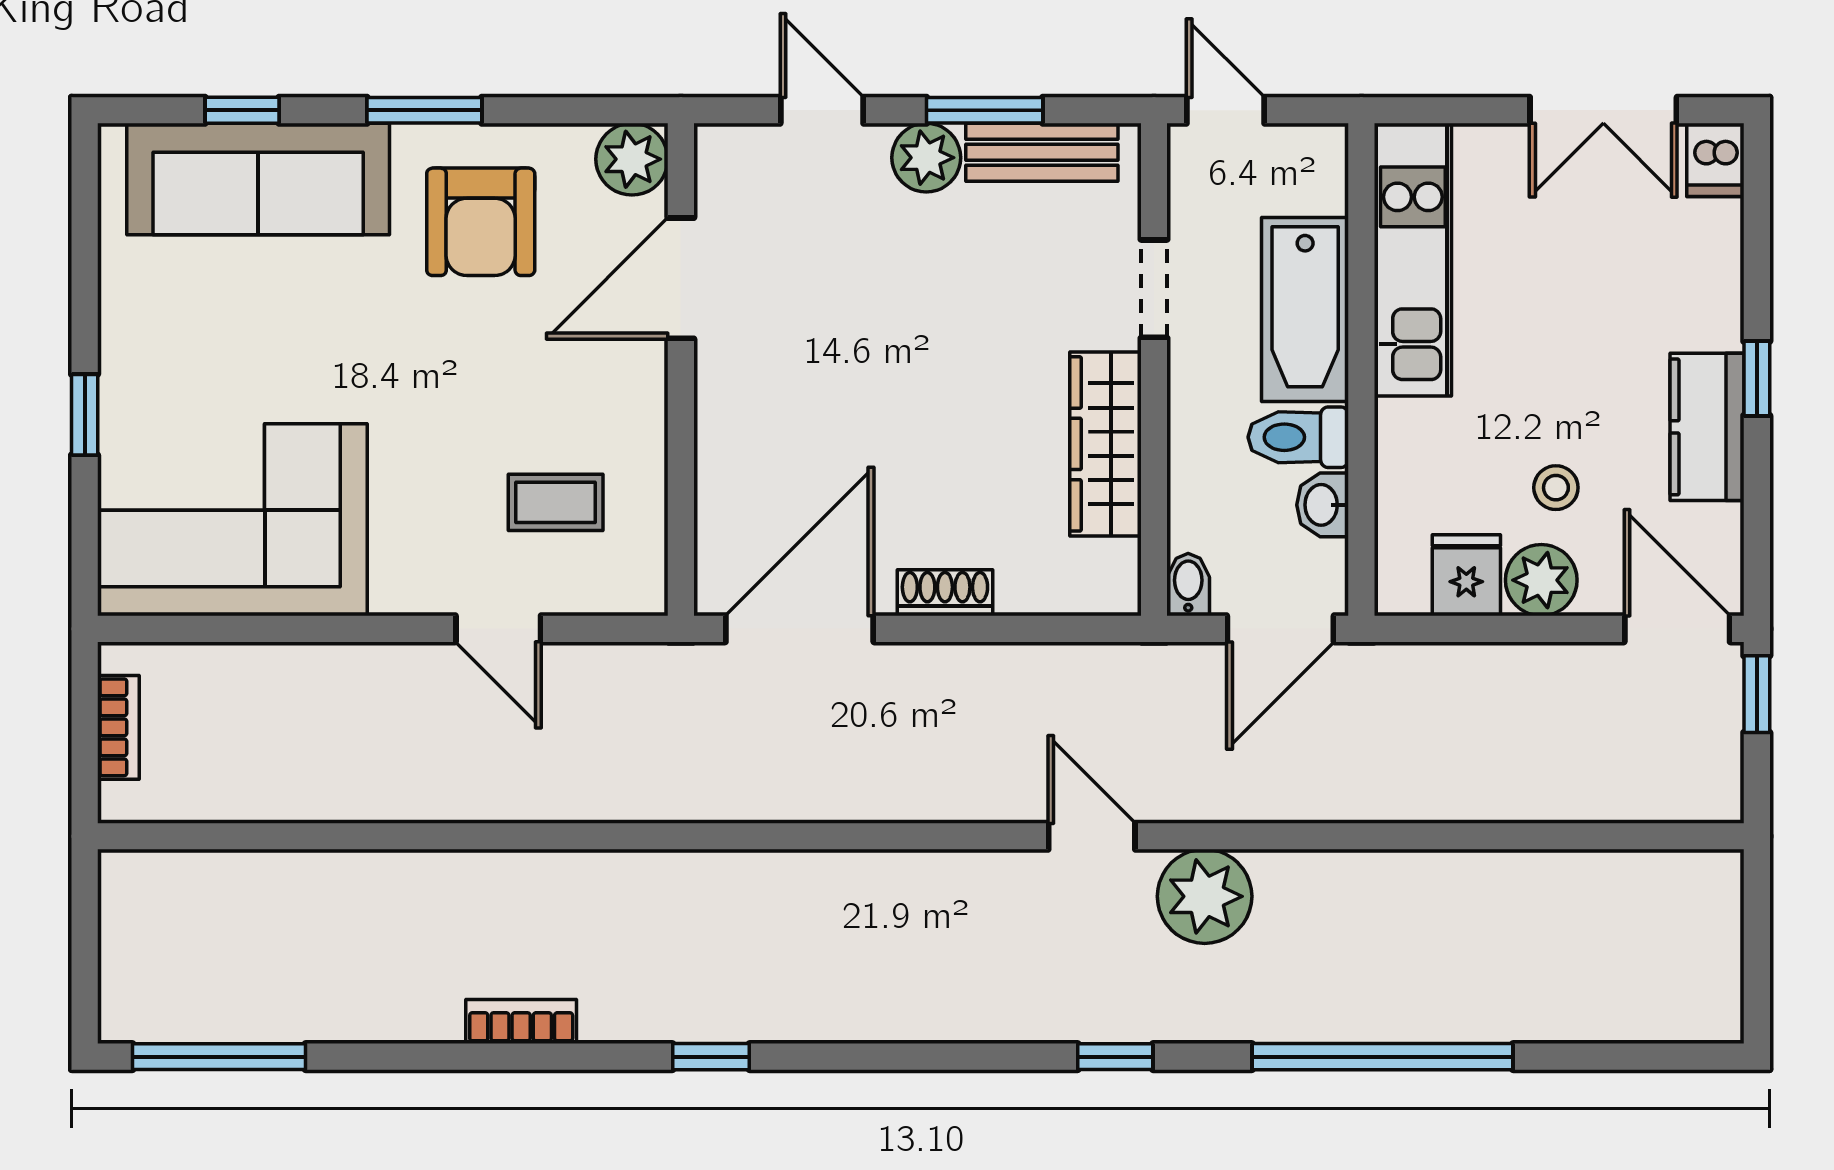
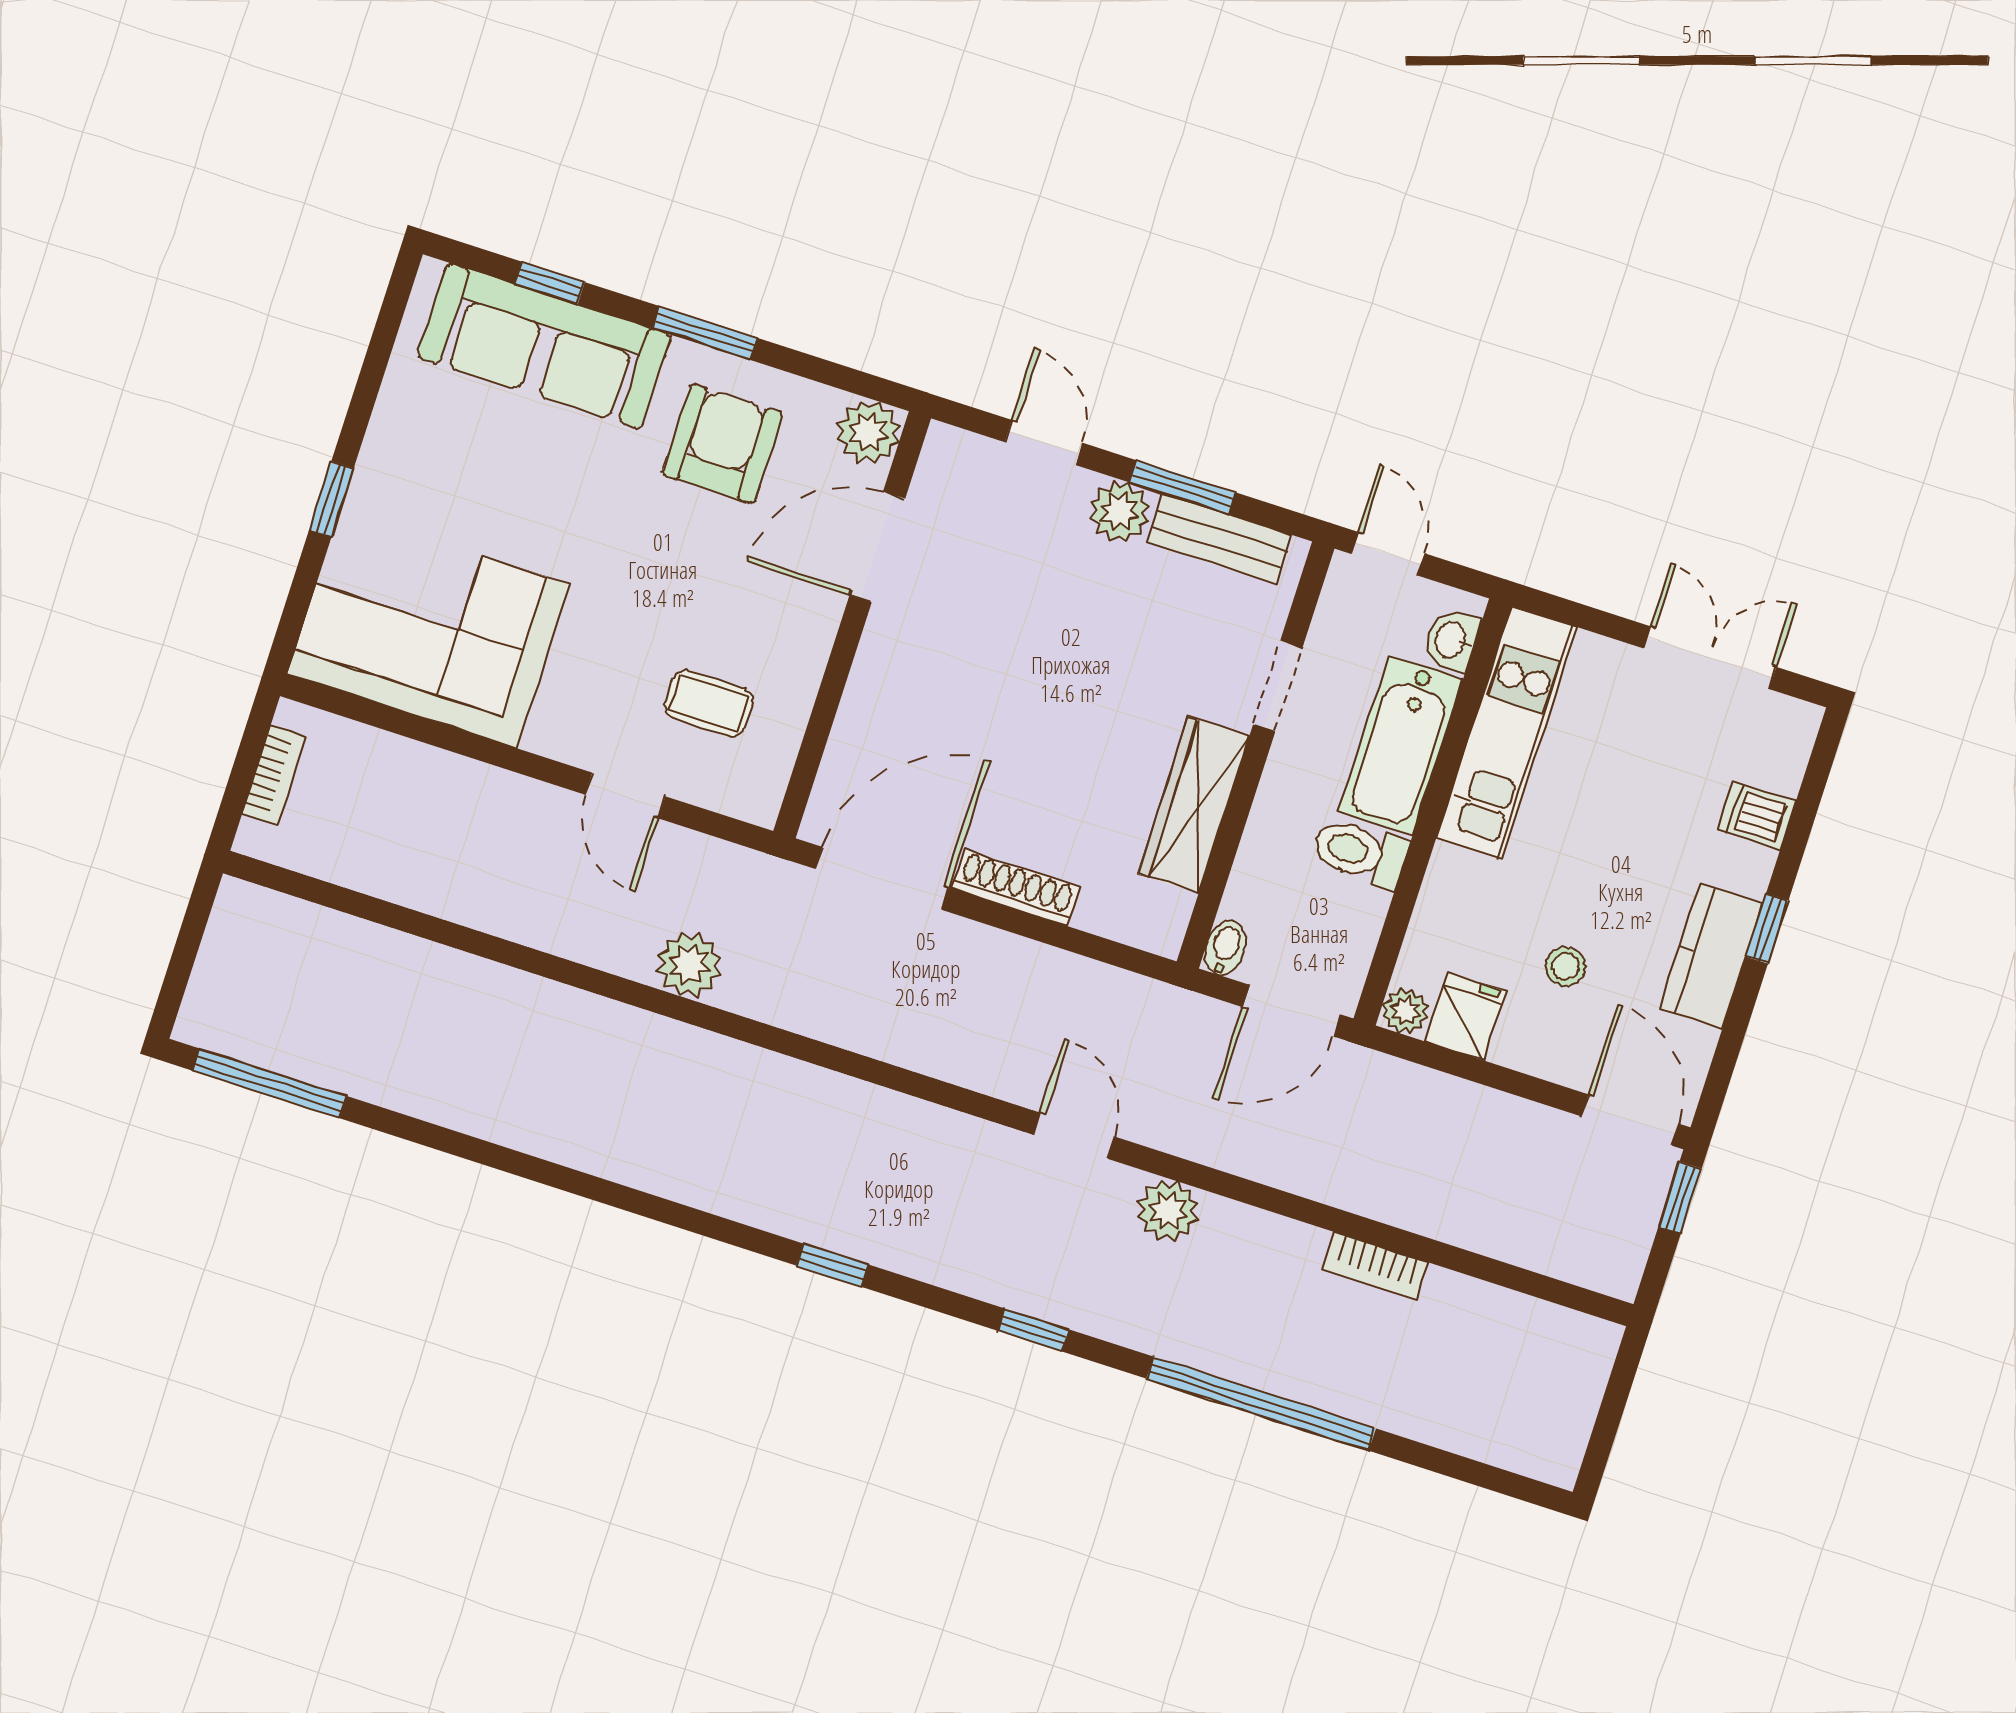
double door: (1603, 110) -> (1710, 658), swing flipped
dishwasher: (1715, 160) -> (1757, 816), moved, turned 90
armchair: (481, 222) -> (722, 444), turned 180
washbasin: (1323, 505) -> (1451, 640), moved
plant: (1541, 580) -> (1405, 1011), moved, width x0.73, depth x0.73
shoe rack: (945, 593) -> (1016, 888), width x1.43
plant: (624, 786) -> (689, 965), added
plant: (1205, 896) -> (1168, 1211), width x0.73, depth x0.73
bookcase: (521, 1022) -> (1376, 1266), moved, turned 180
window: (711, 1057) -> (833, 1265), moved

